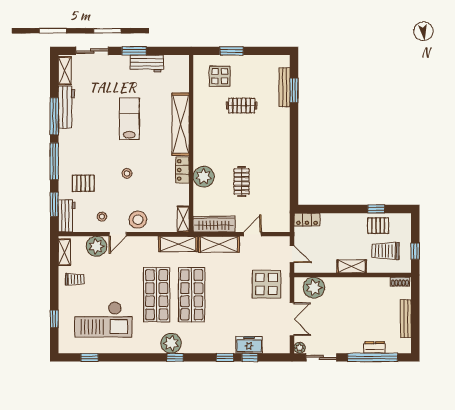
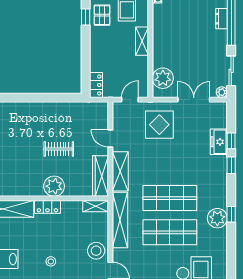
shelving: (178, 244) -> (120, 220), width x1.47

